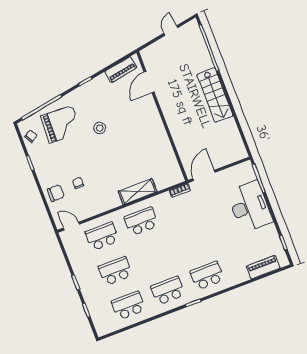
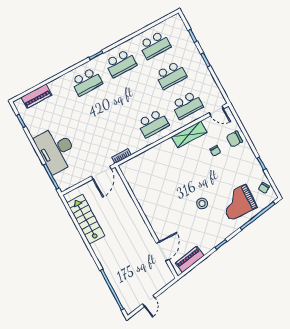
stairs: (215, 95) -> (86, 219), moved
shelving: (137, 192) -> (189, 134), moved

